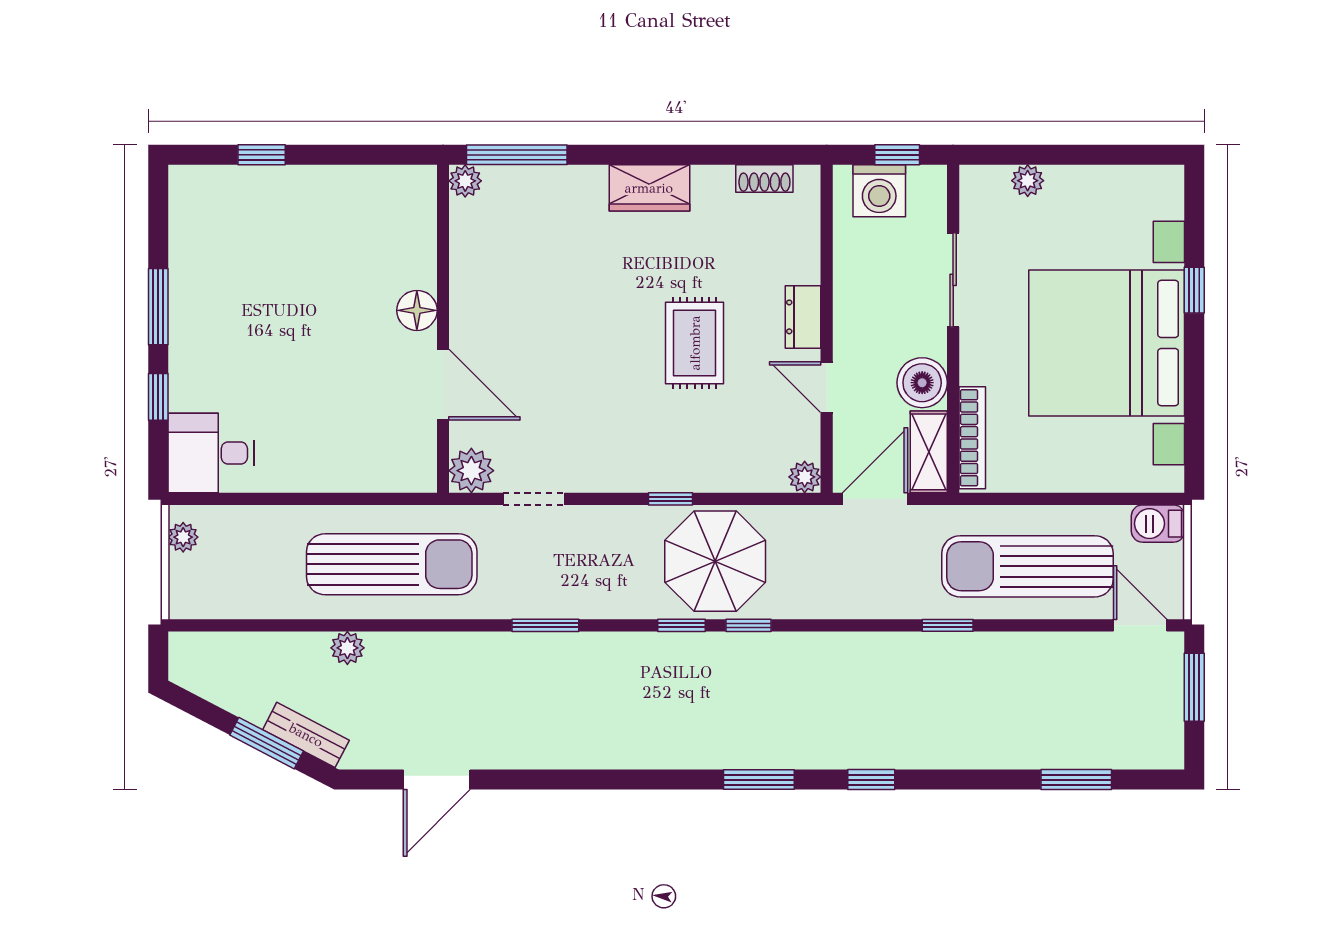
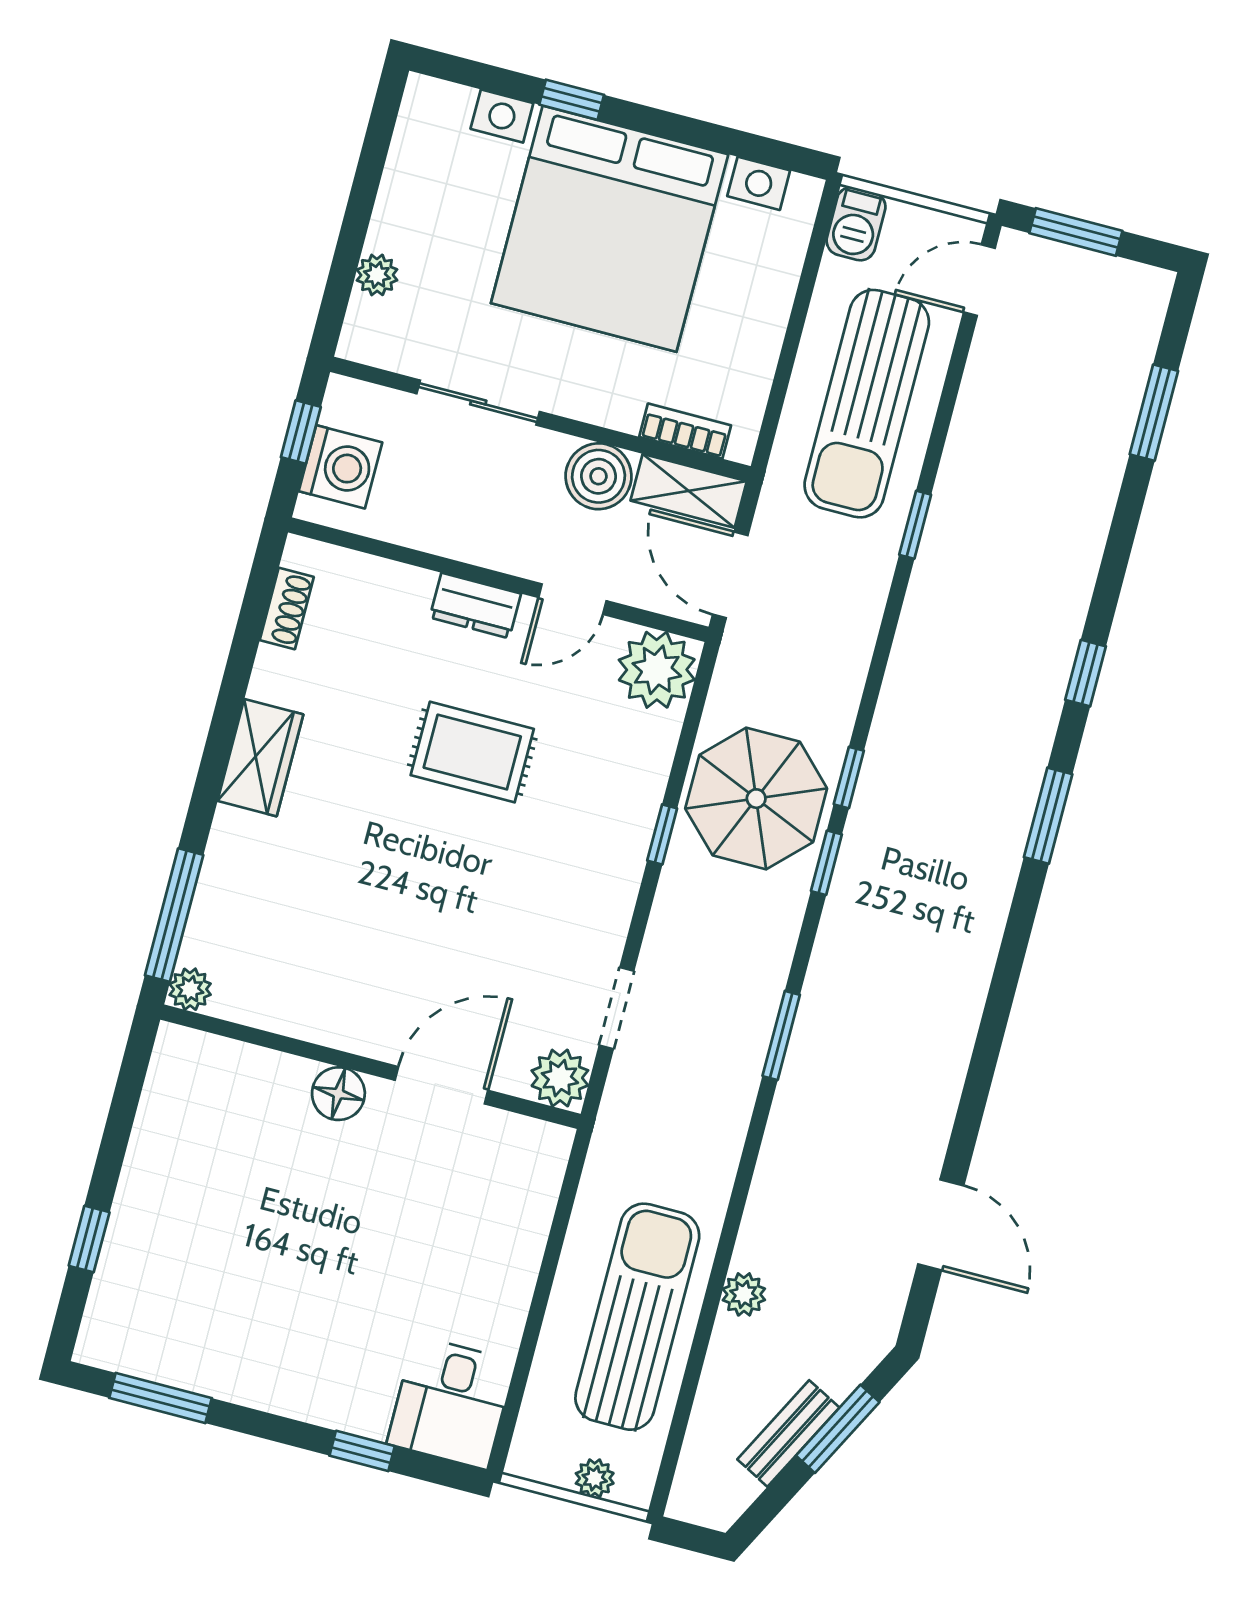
window: (158, 307) -> (161, 1398), moved
bookcase: (972, 438) -> (685, 431), width x0.64
plant: (805, 477) -> (657, 670), width x1.88, depth x1.88
plant: (183, 537) -> (595, 1478), moved
sun lounger: (392, 564) -> (637, 1317), moved
bench: (306, 735) -> (788, 1433), moved

